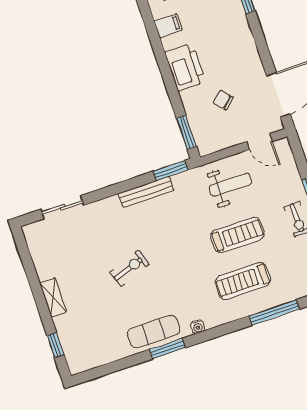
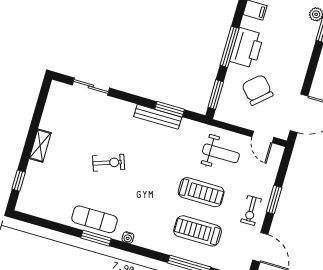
window: (168, 78) -> (229, 47), added
chair: (223, 100) -> (257, 90), width x1.87, depth x1.87
window: (171, 171) -> (170, 109), moved
treadmill: (243, 281) -> (198, 231), moved

